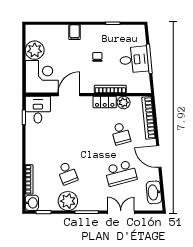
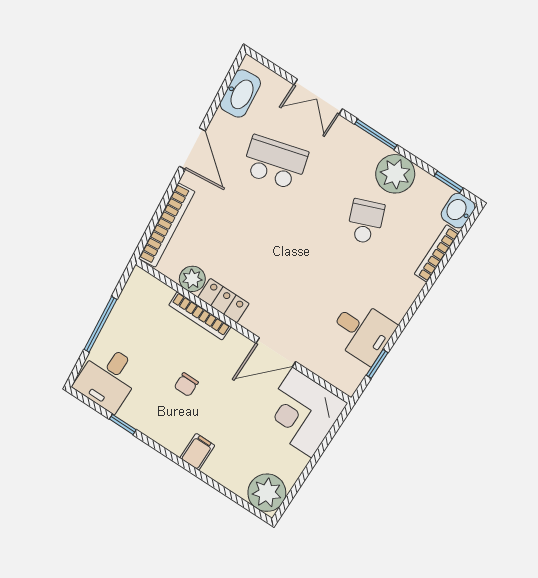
plant: (35, 50) -> (267, 493), moved
desk: (134, 60) -> (108, 378), moved, turned -84
desk: (38, 110) -> (362, 331), moved, turned -90
school desk: (121, 134) -> (231, 229), removed

